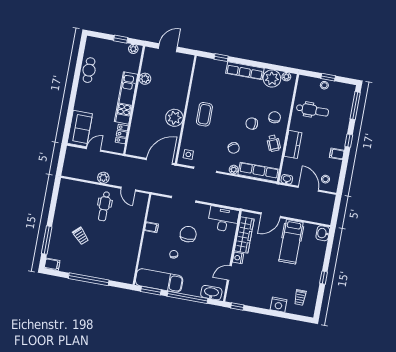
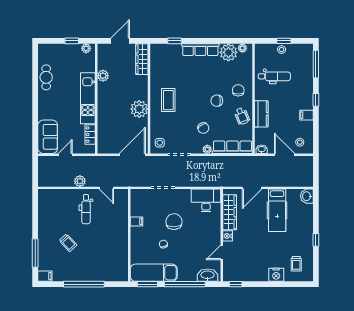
wardrobe: (186, 70) -> (142, 59), added

